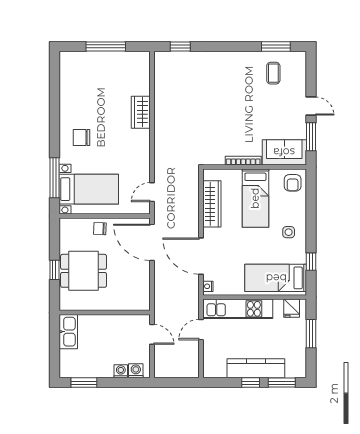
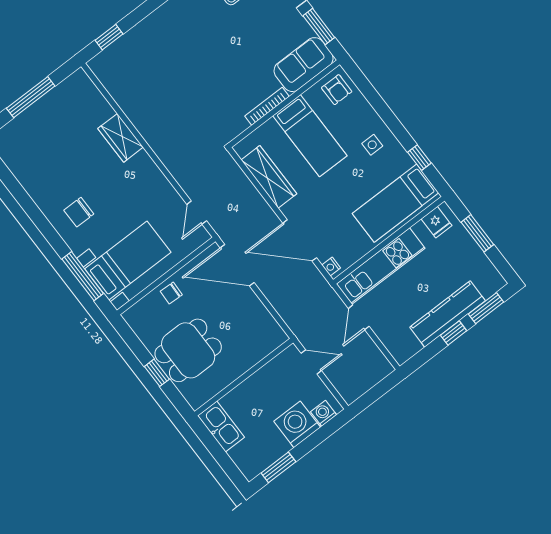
washing machine: (121, 371) -> (297, 424), width x1.89, depth x1.89

